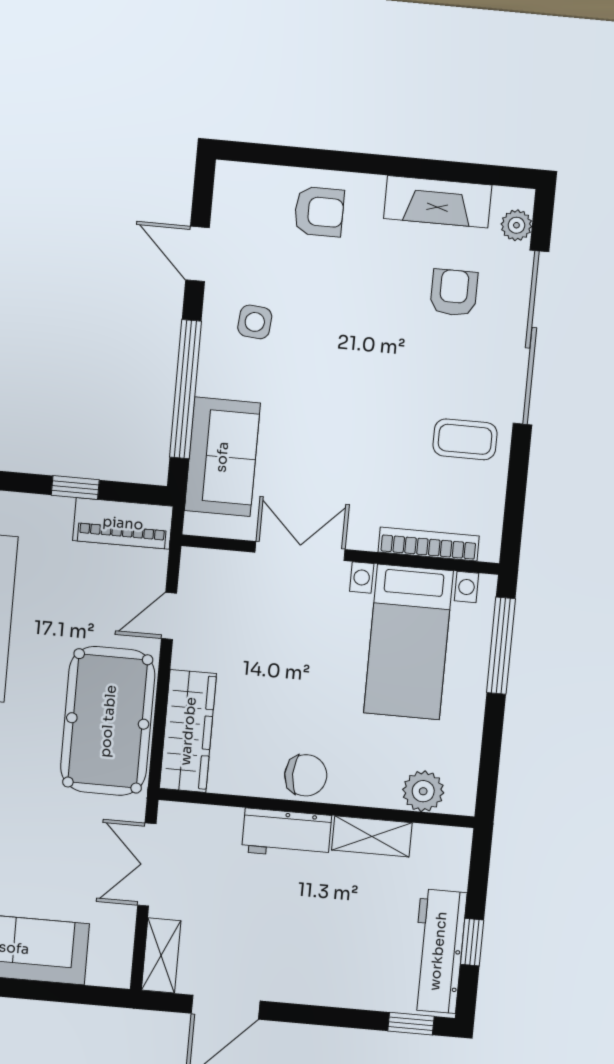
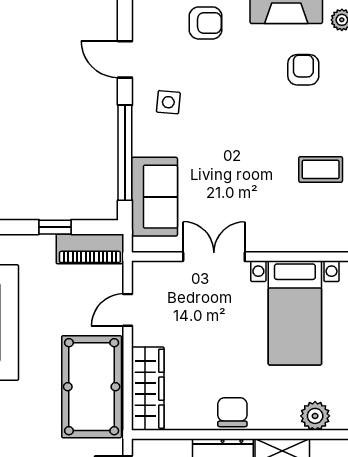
bookcase: (429, 544) -> (302, 244), removed
chair: (306, 775) -> (232, 412), turned -90

